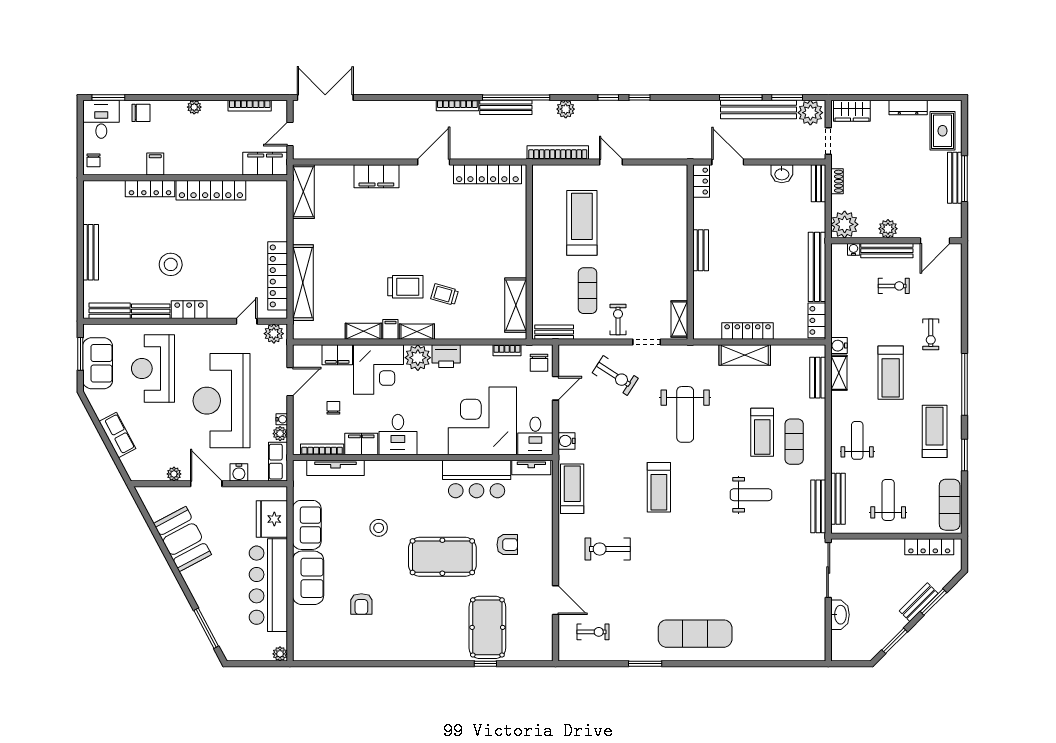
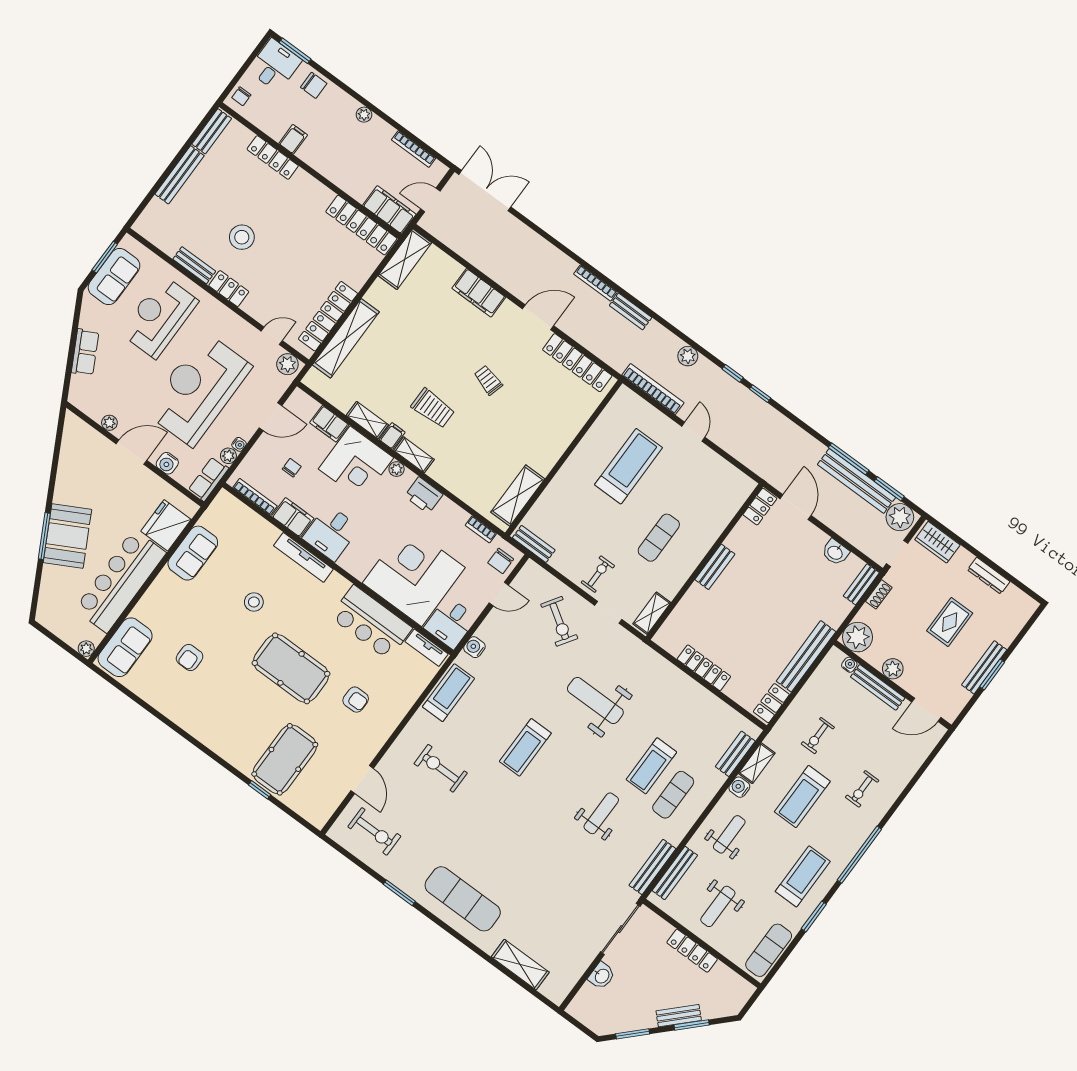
window: (516, 97) -> (652, 314), removed
bench: (506, 107) -> (631, 311), width x0.73
rug: (943, 131) -> (950, 622), moved
window: (965, 179) -> (992, 674), width x0.69
locker: (211, 190) -> (361, 225), moved
exercise bike: (894, 286) -> (818, 736), moved, turned 90
exercise mat: (587, 291) -> (659, 538), moved
trolley: (445, 295) -> (488, 380), moved
bench: (110, 311) -> (212, 131), moved, turned 90
water cooler: (839, 346) -> (739, 787), moved
shelving: (745, 355) -> (520, 965), moved
plant: (418, 358) -> (397, 469), width x0.53, depth x0.53
weight bench: (685, 414) -> (595, 701), turned 90
tv unit: (335, 468) -> (303, 557), moved
door: (206, 484) -> (131, 452), hinge flipped
weight bench: (751, 495) -> (601, 813), turned -90
weight bench: (888, 500) -> (718, 906), turned 180
booth: (182, 539) -> (67, 536), moved
locker: (929, 547) -> (692, 951), moved
sofa: (308, 578) -> (125, 647), moved
washbasin: (840, 615) -> (602, 976), width x0.72
window: (206, 628) -> (44, 536), moved
exercise bike: (593, 632) -> (374, 831), width x1.38, depth x1.39

